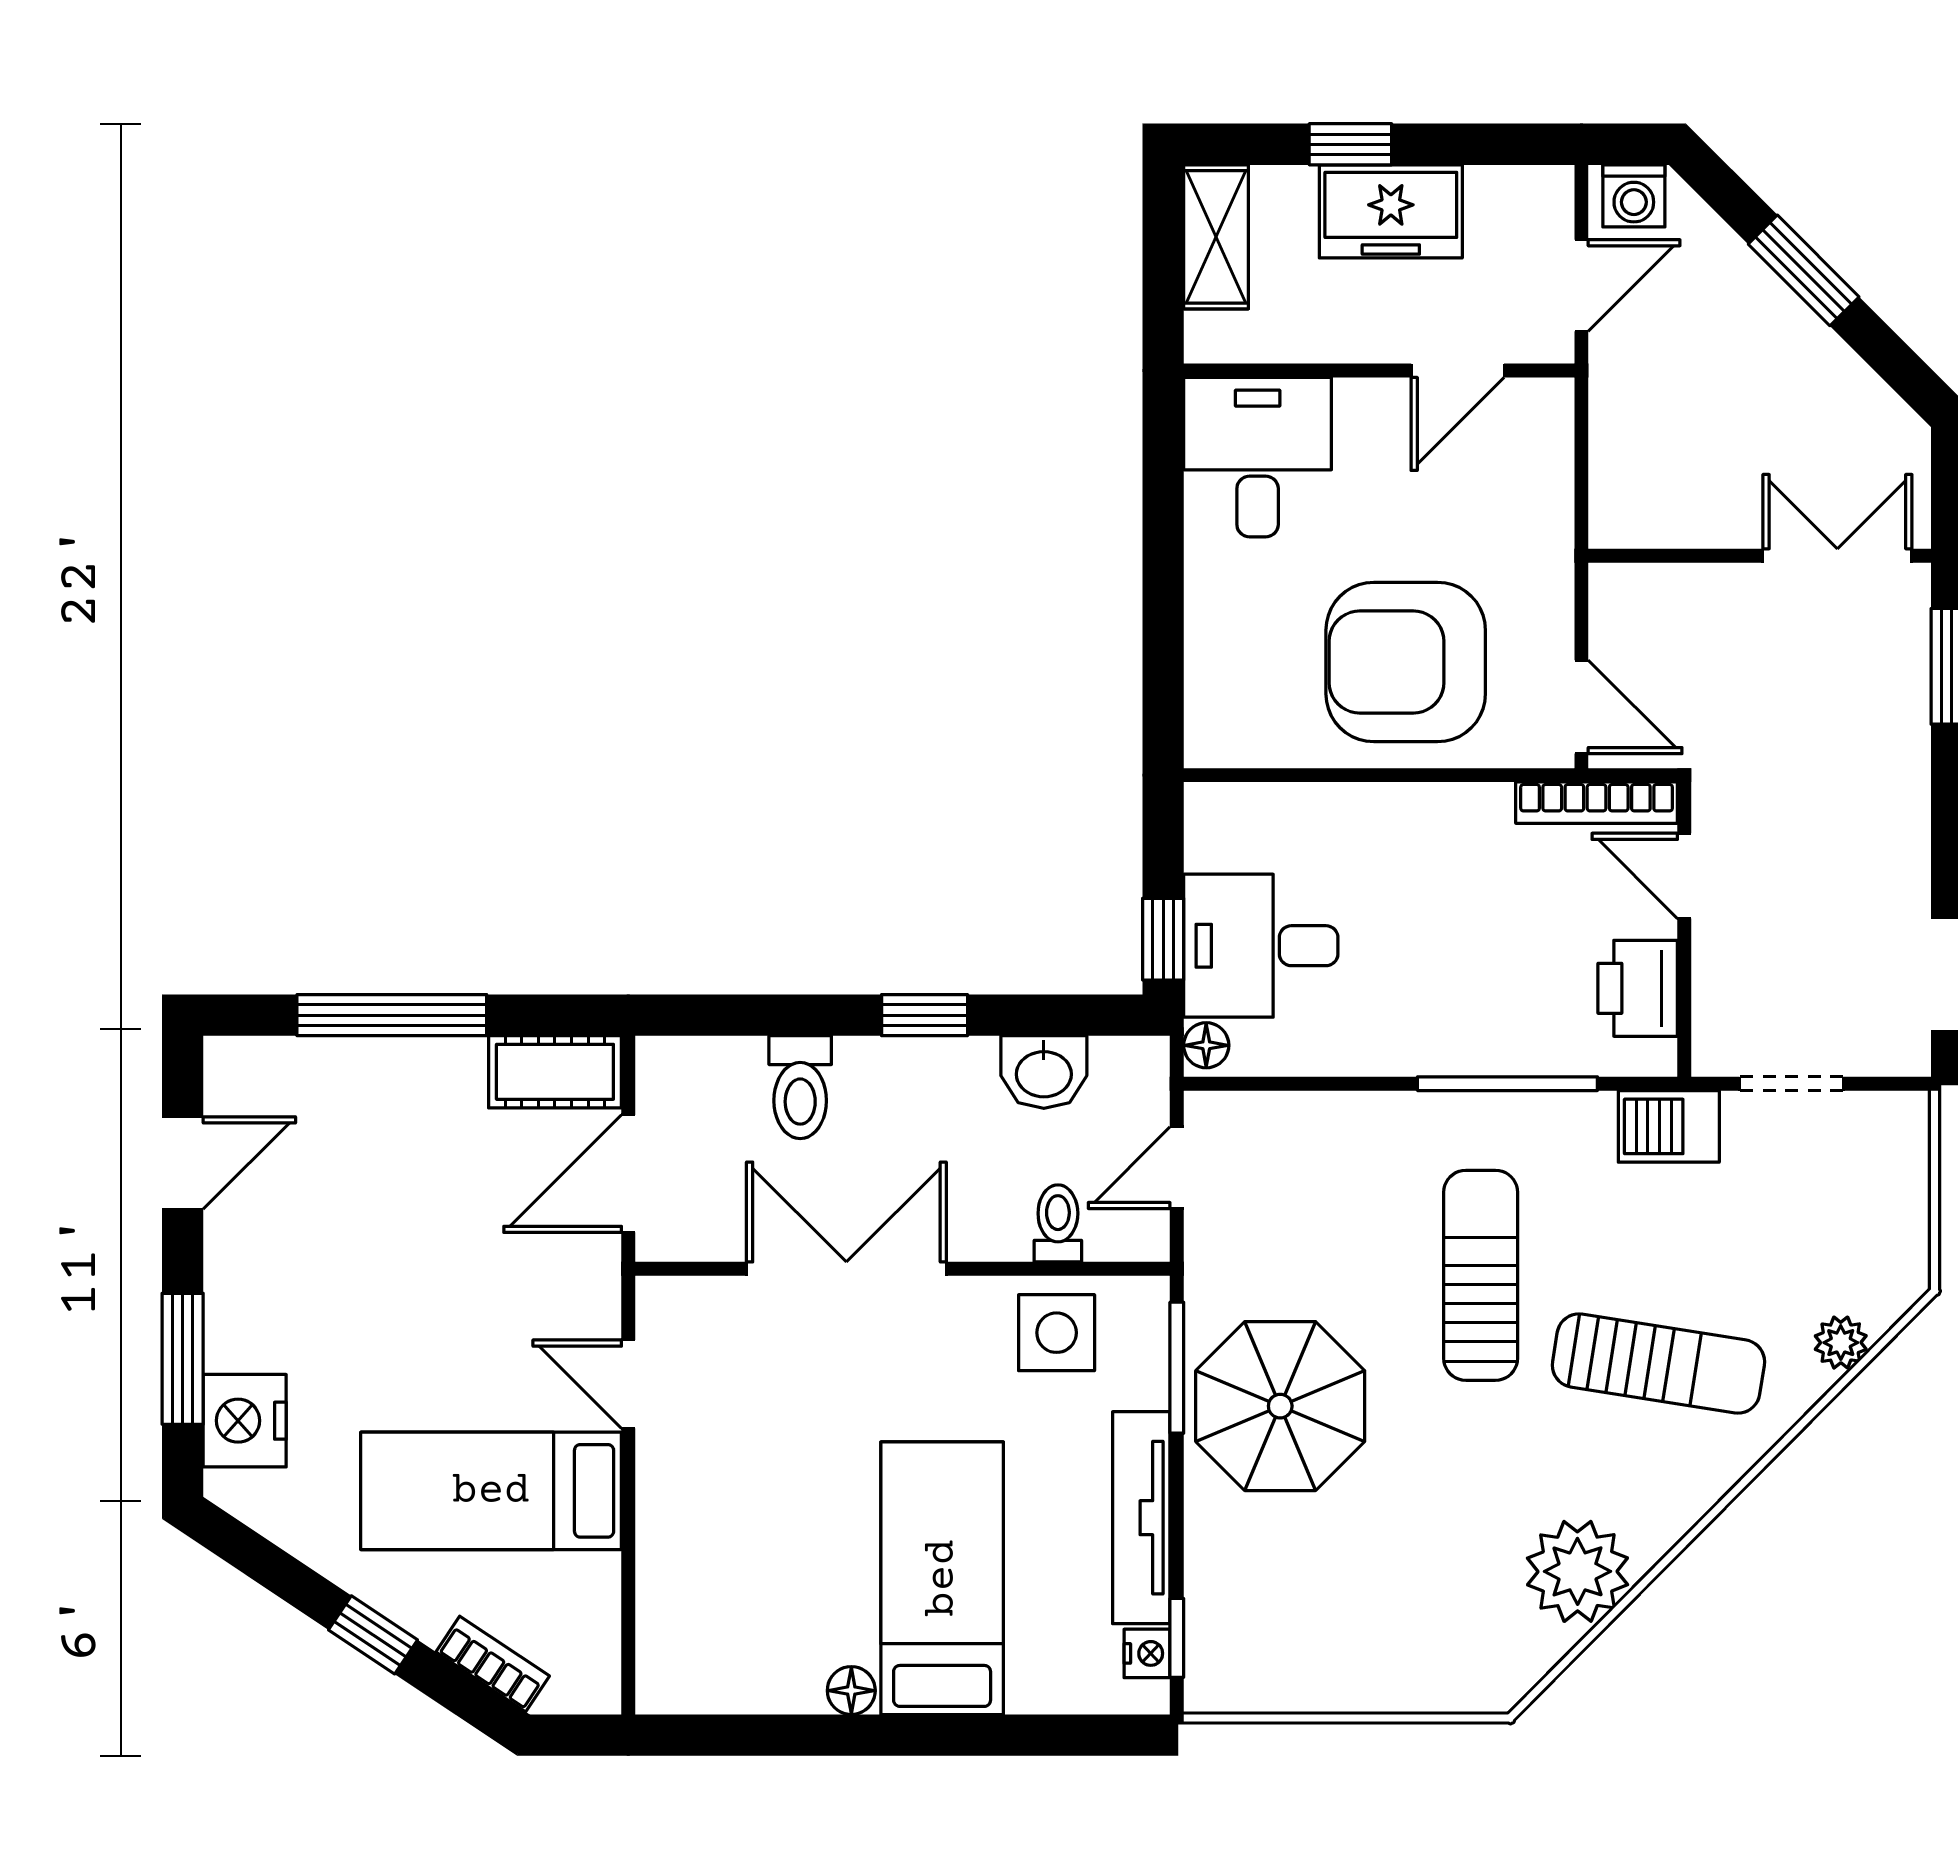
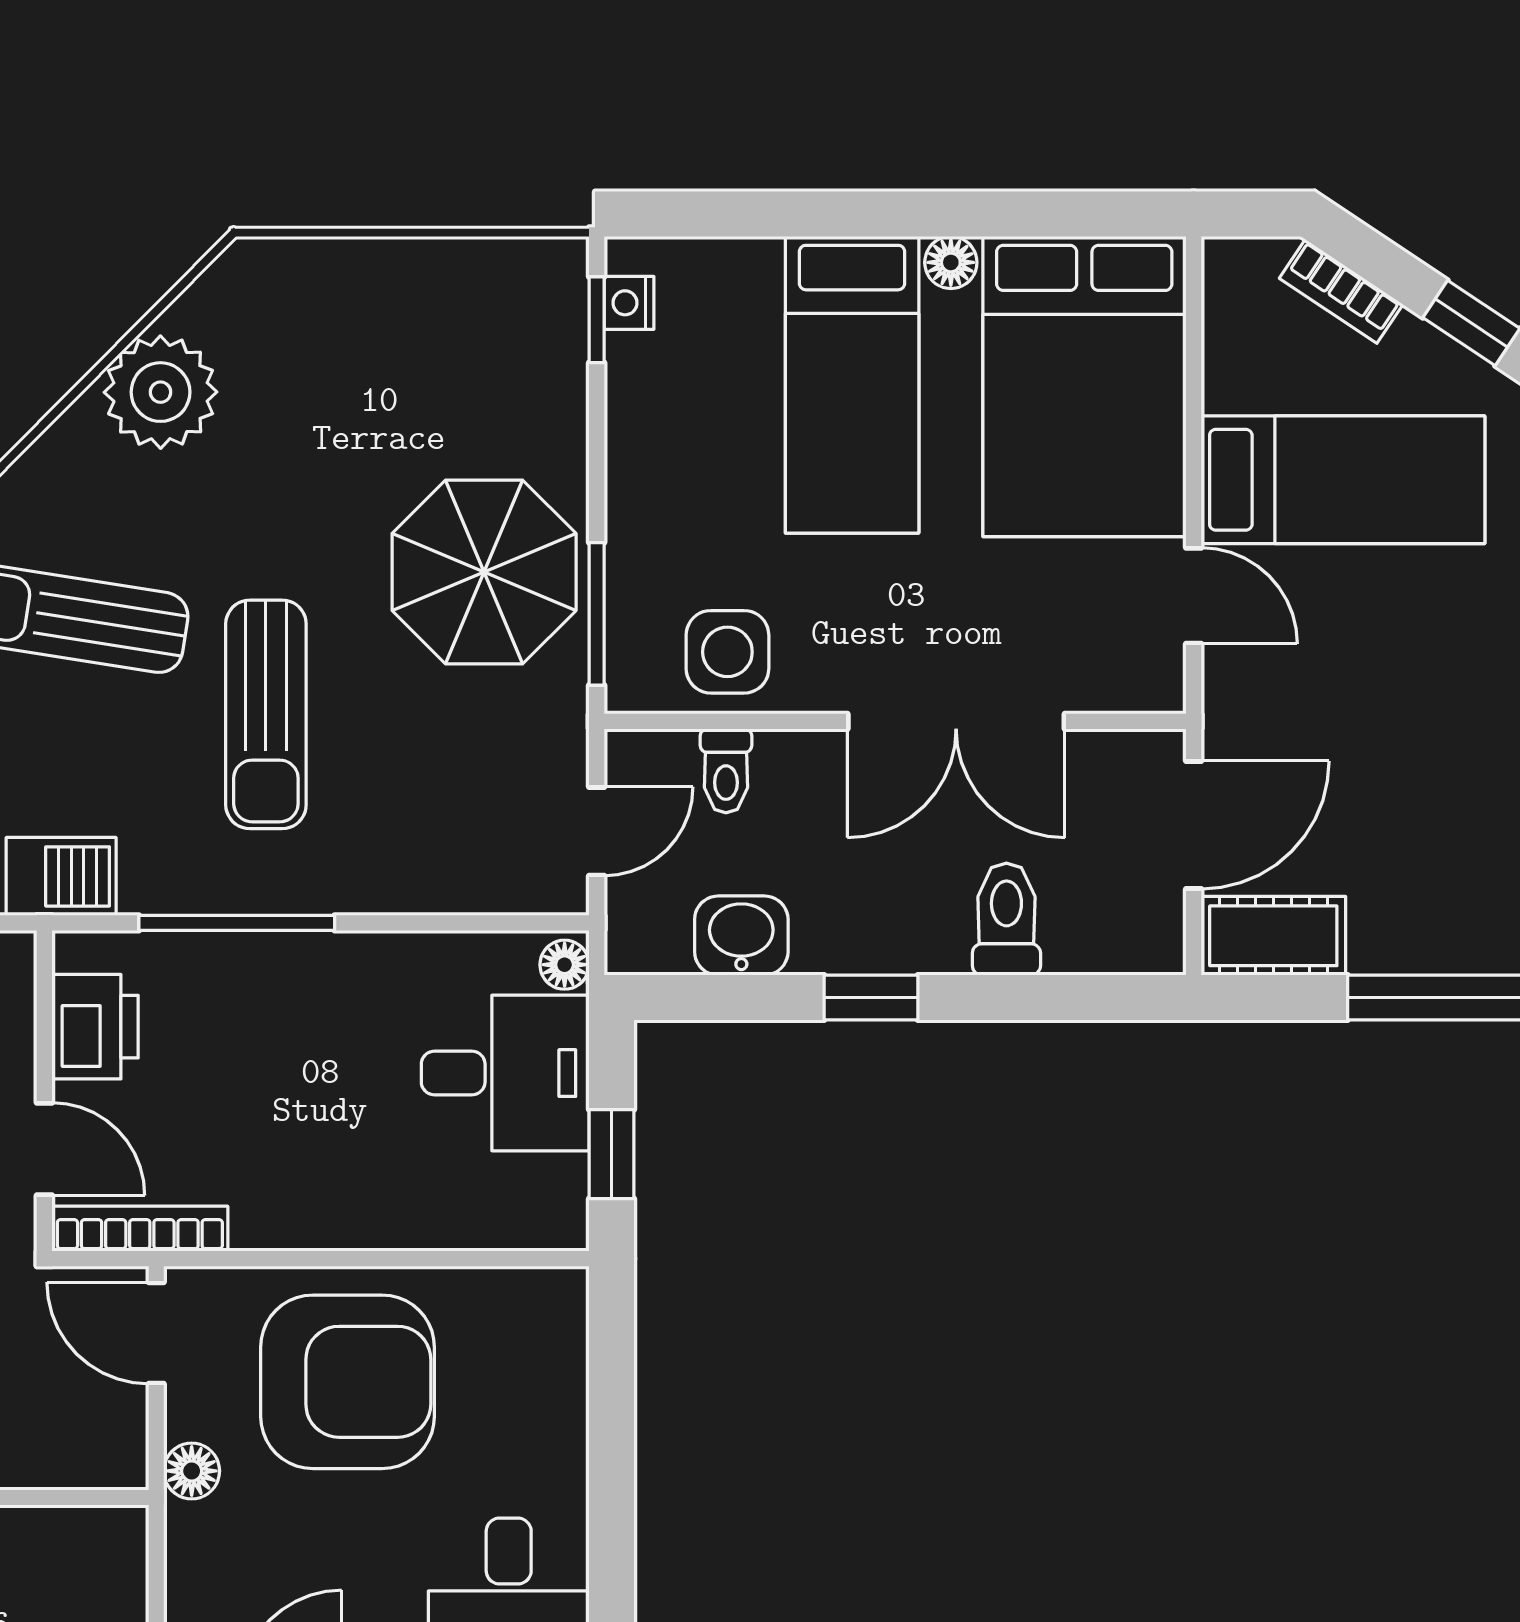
floor lamp: (1549, 580) -> (192, 1471), added
window: (1163, 939) -> (611, 1154), moved
tv unit: (1141, 1518) -> (635, 451), removed
bed: (729, 1577) -> (1084, 387), added

